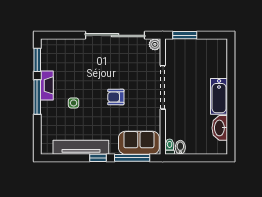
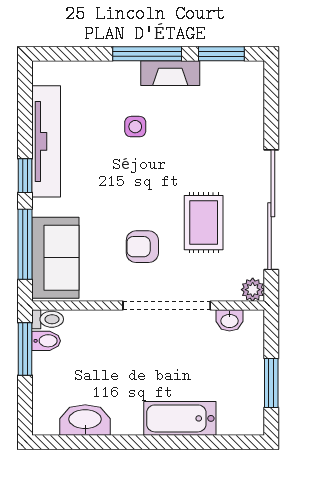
window: (185, 35) -> (271, 383), moved
washbasin: (170, 56) -> (230, 320), added
rug: (121, 69) -> (204, 223), added
bathtub: (219, 96) -> (180, 418), moved
armchair: (116, 97) -> (142, 247), moved, turned -90
window: (184, 158) -> (25, 349), added

